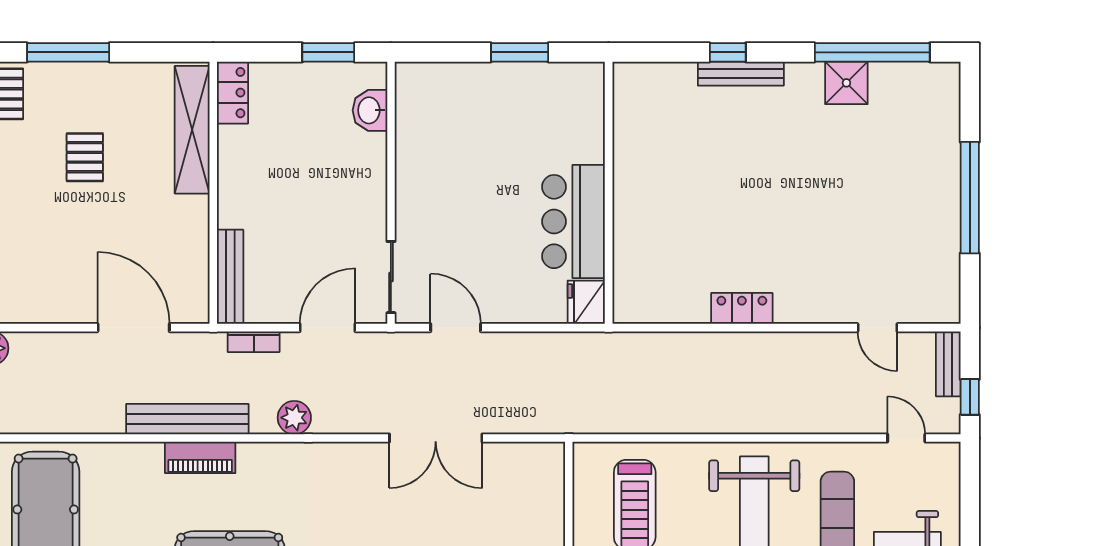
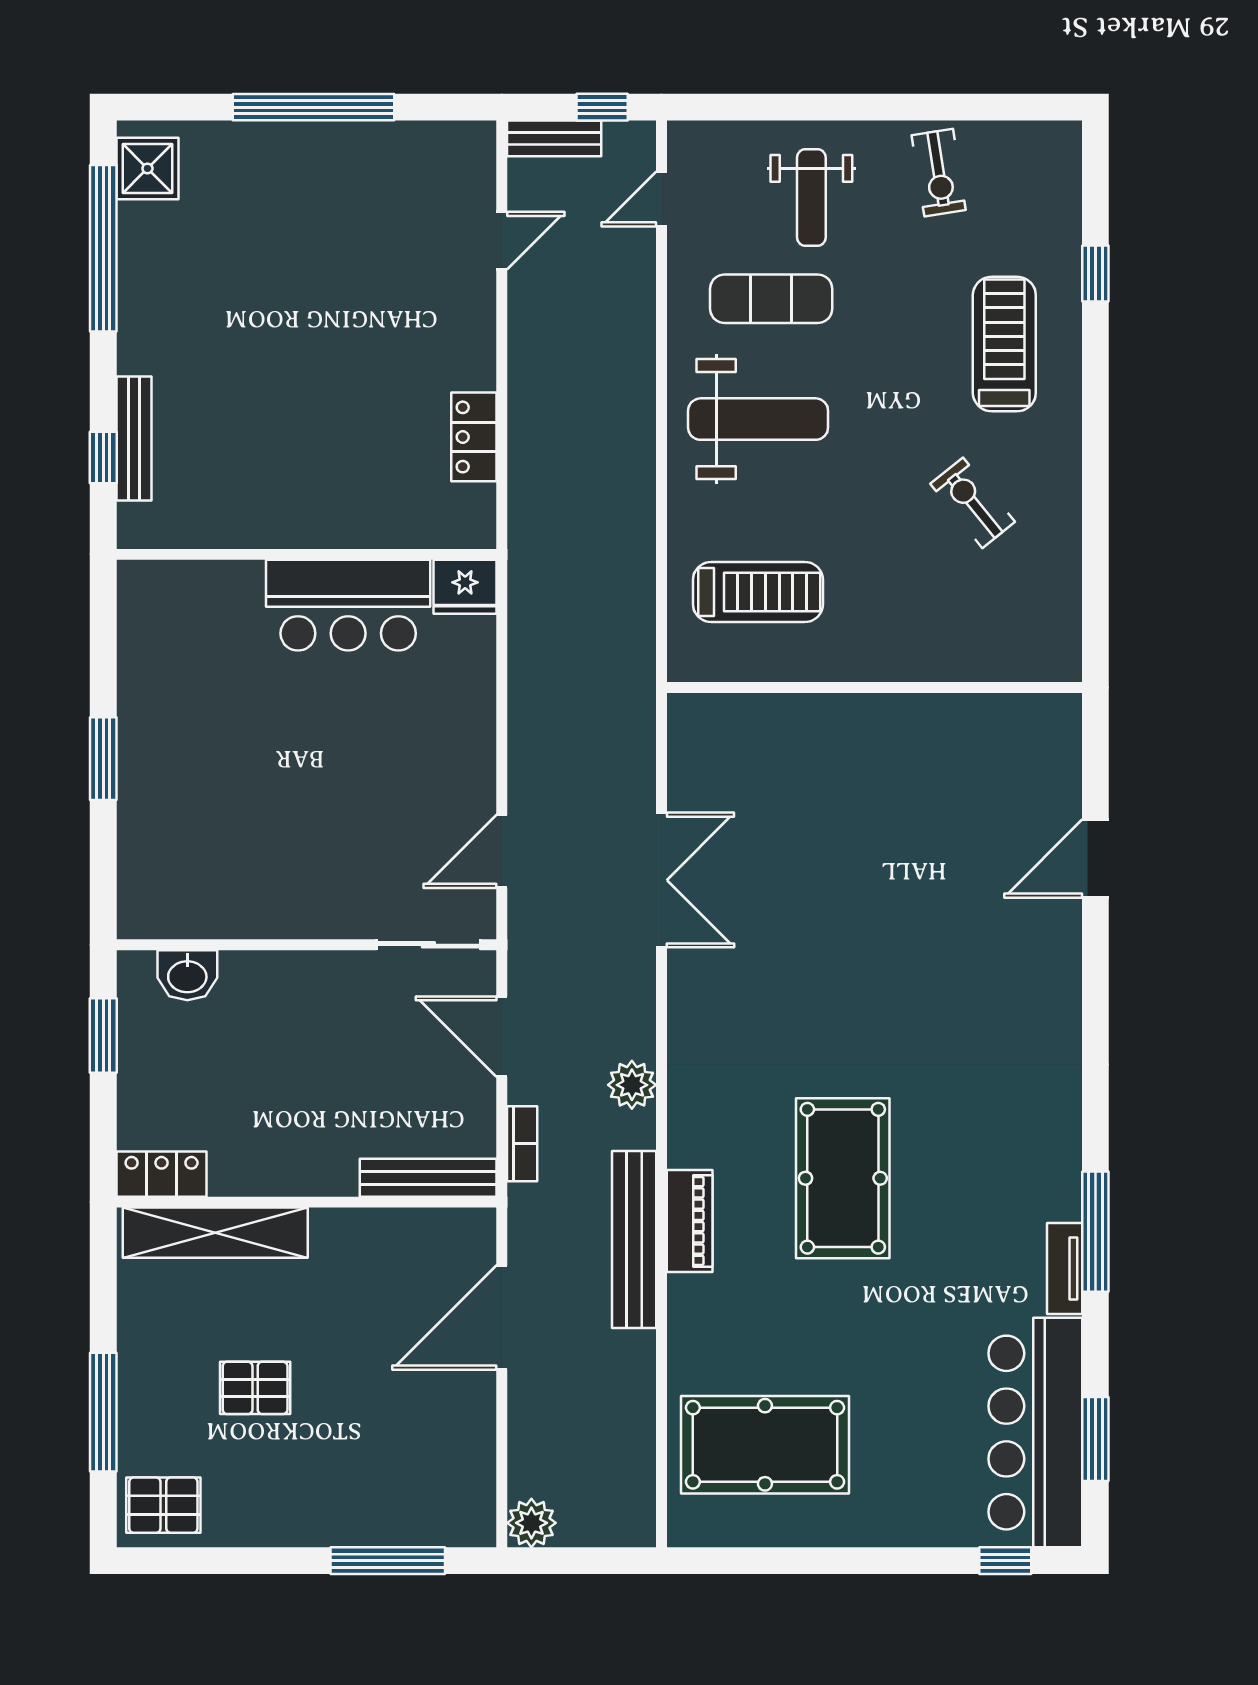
shower: (846, 83) -> (147, 168), moved
wall: (609, 193) -> (307, 554), moved
bar counter: (574, 222) -> (348, 605), moved
fridge: (586, 302) -> (465, 587), moved

